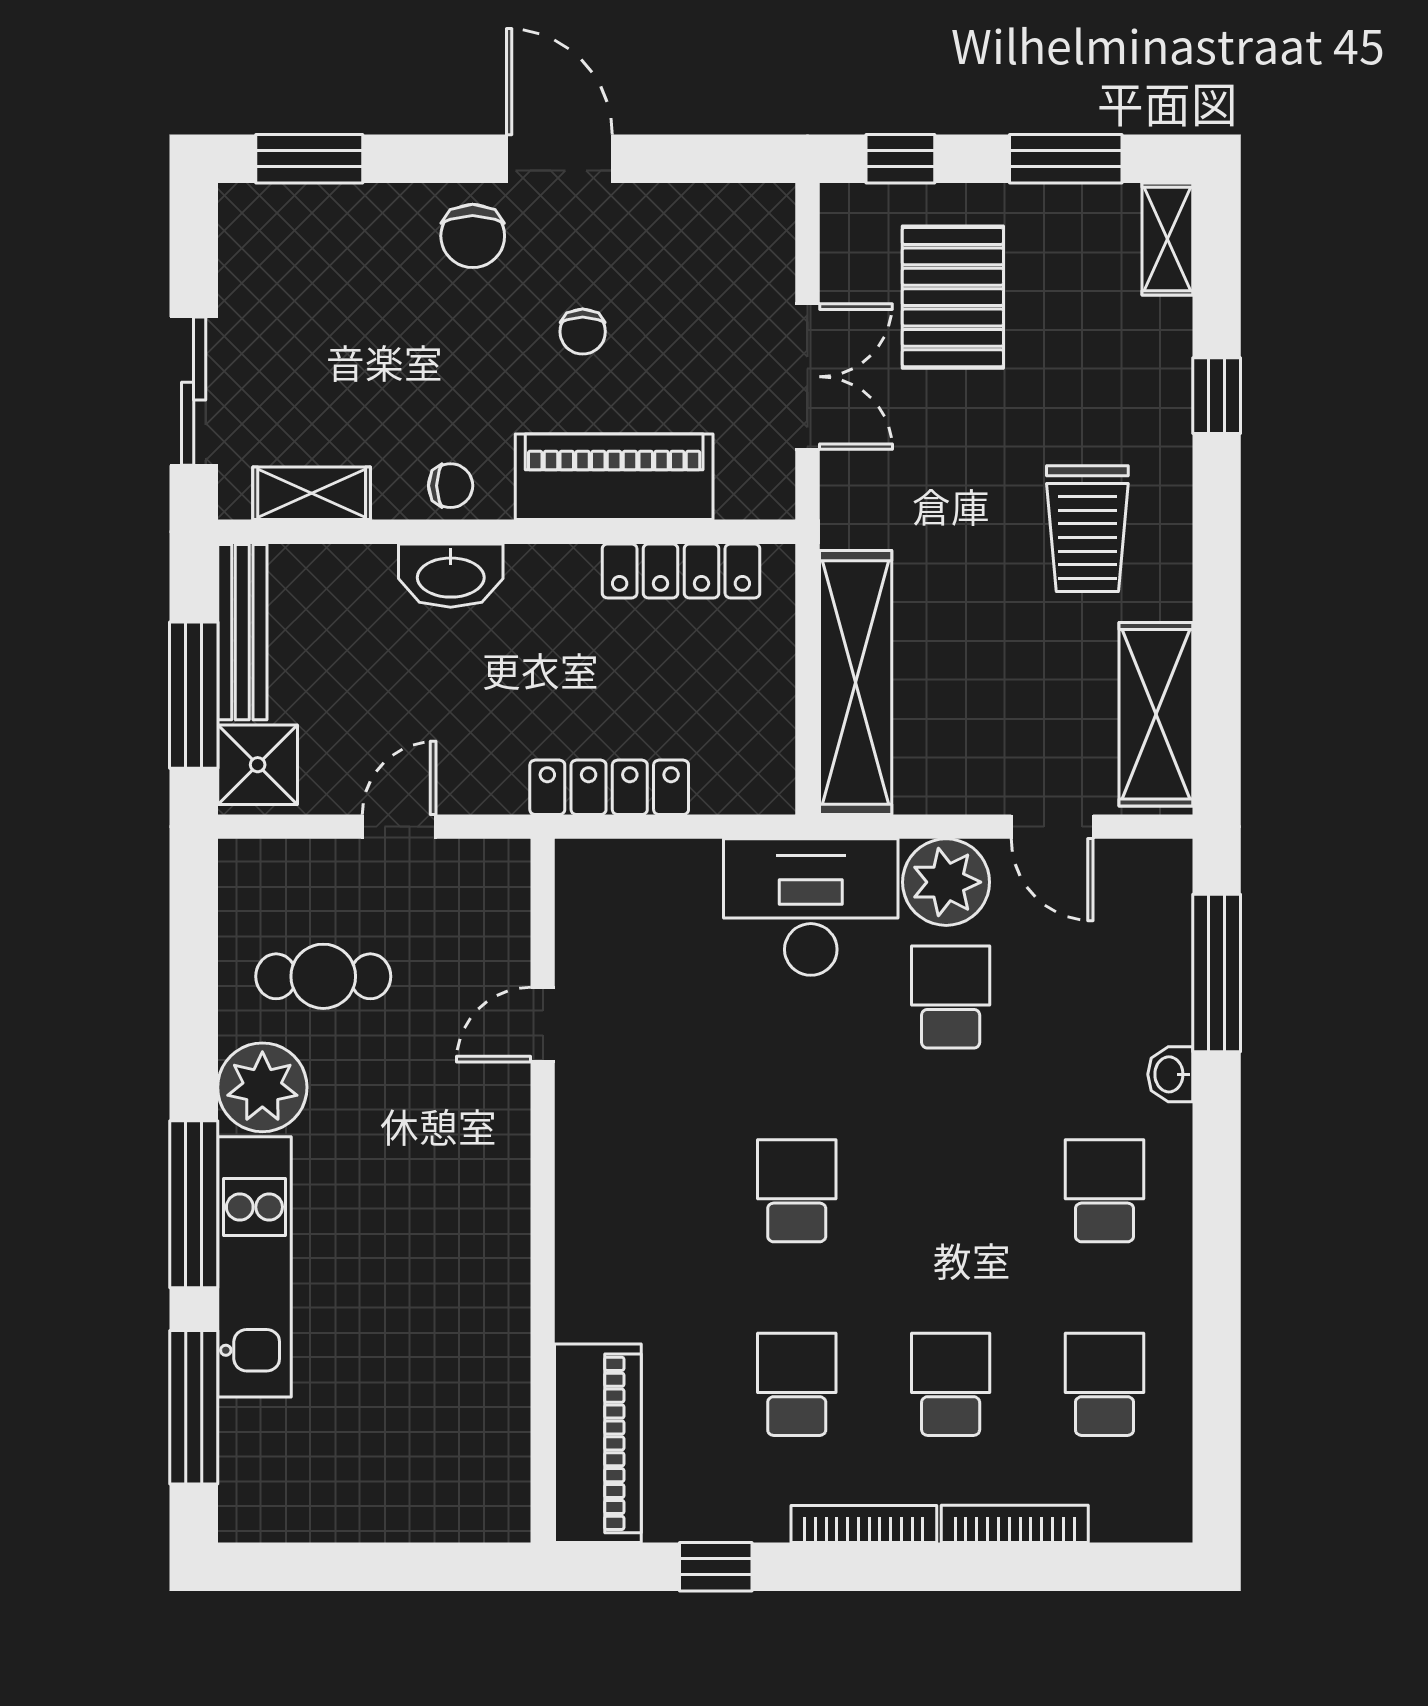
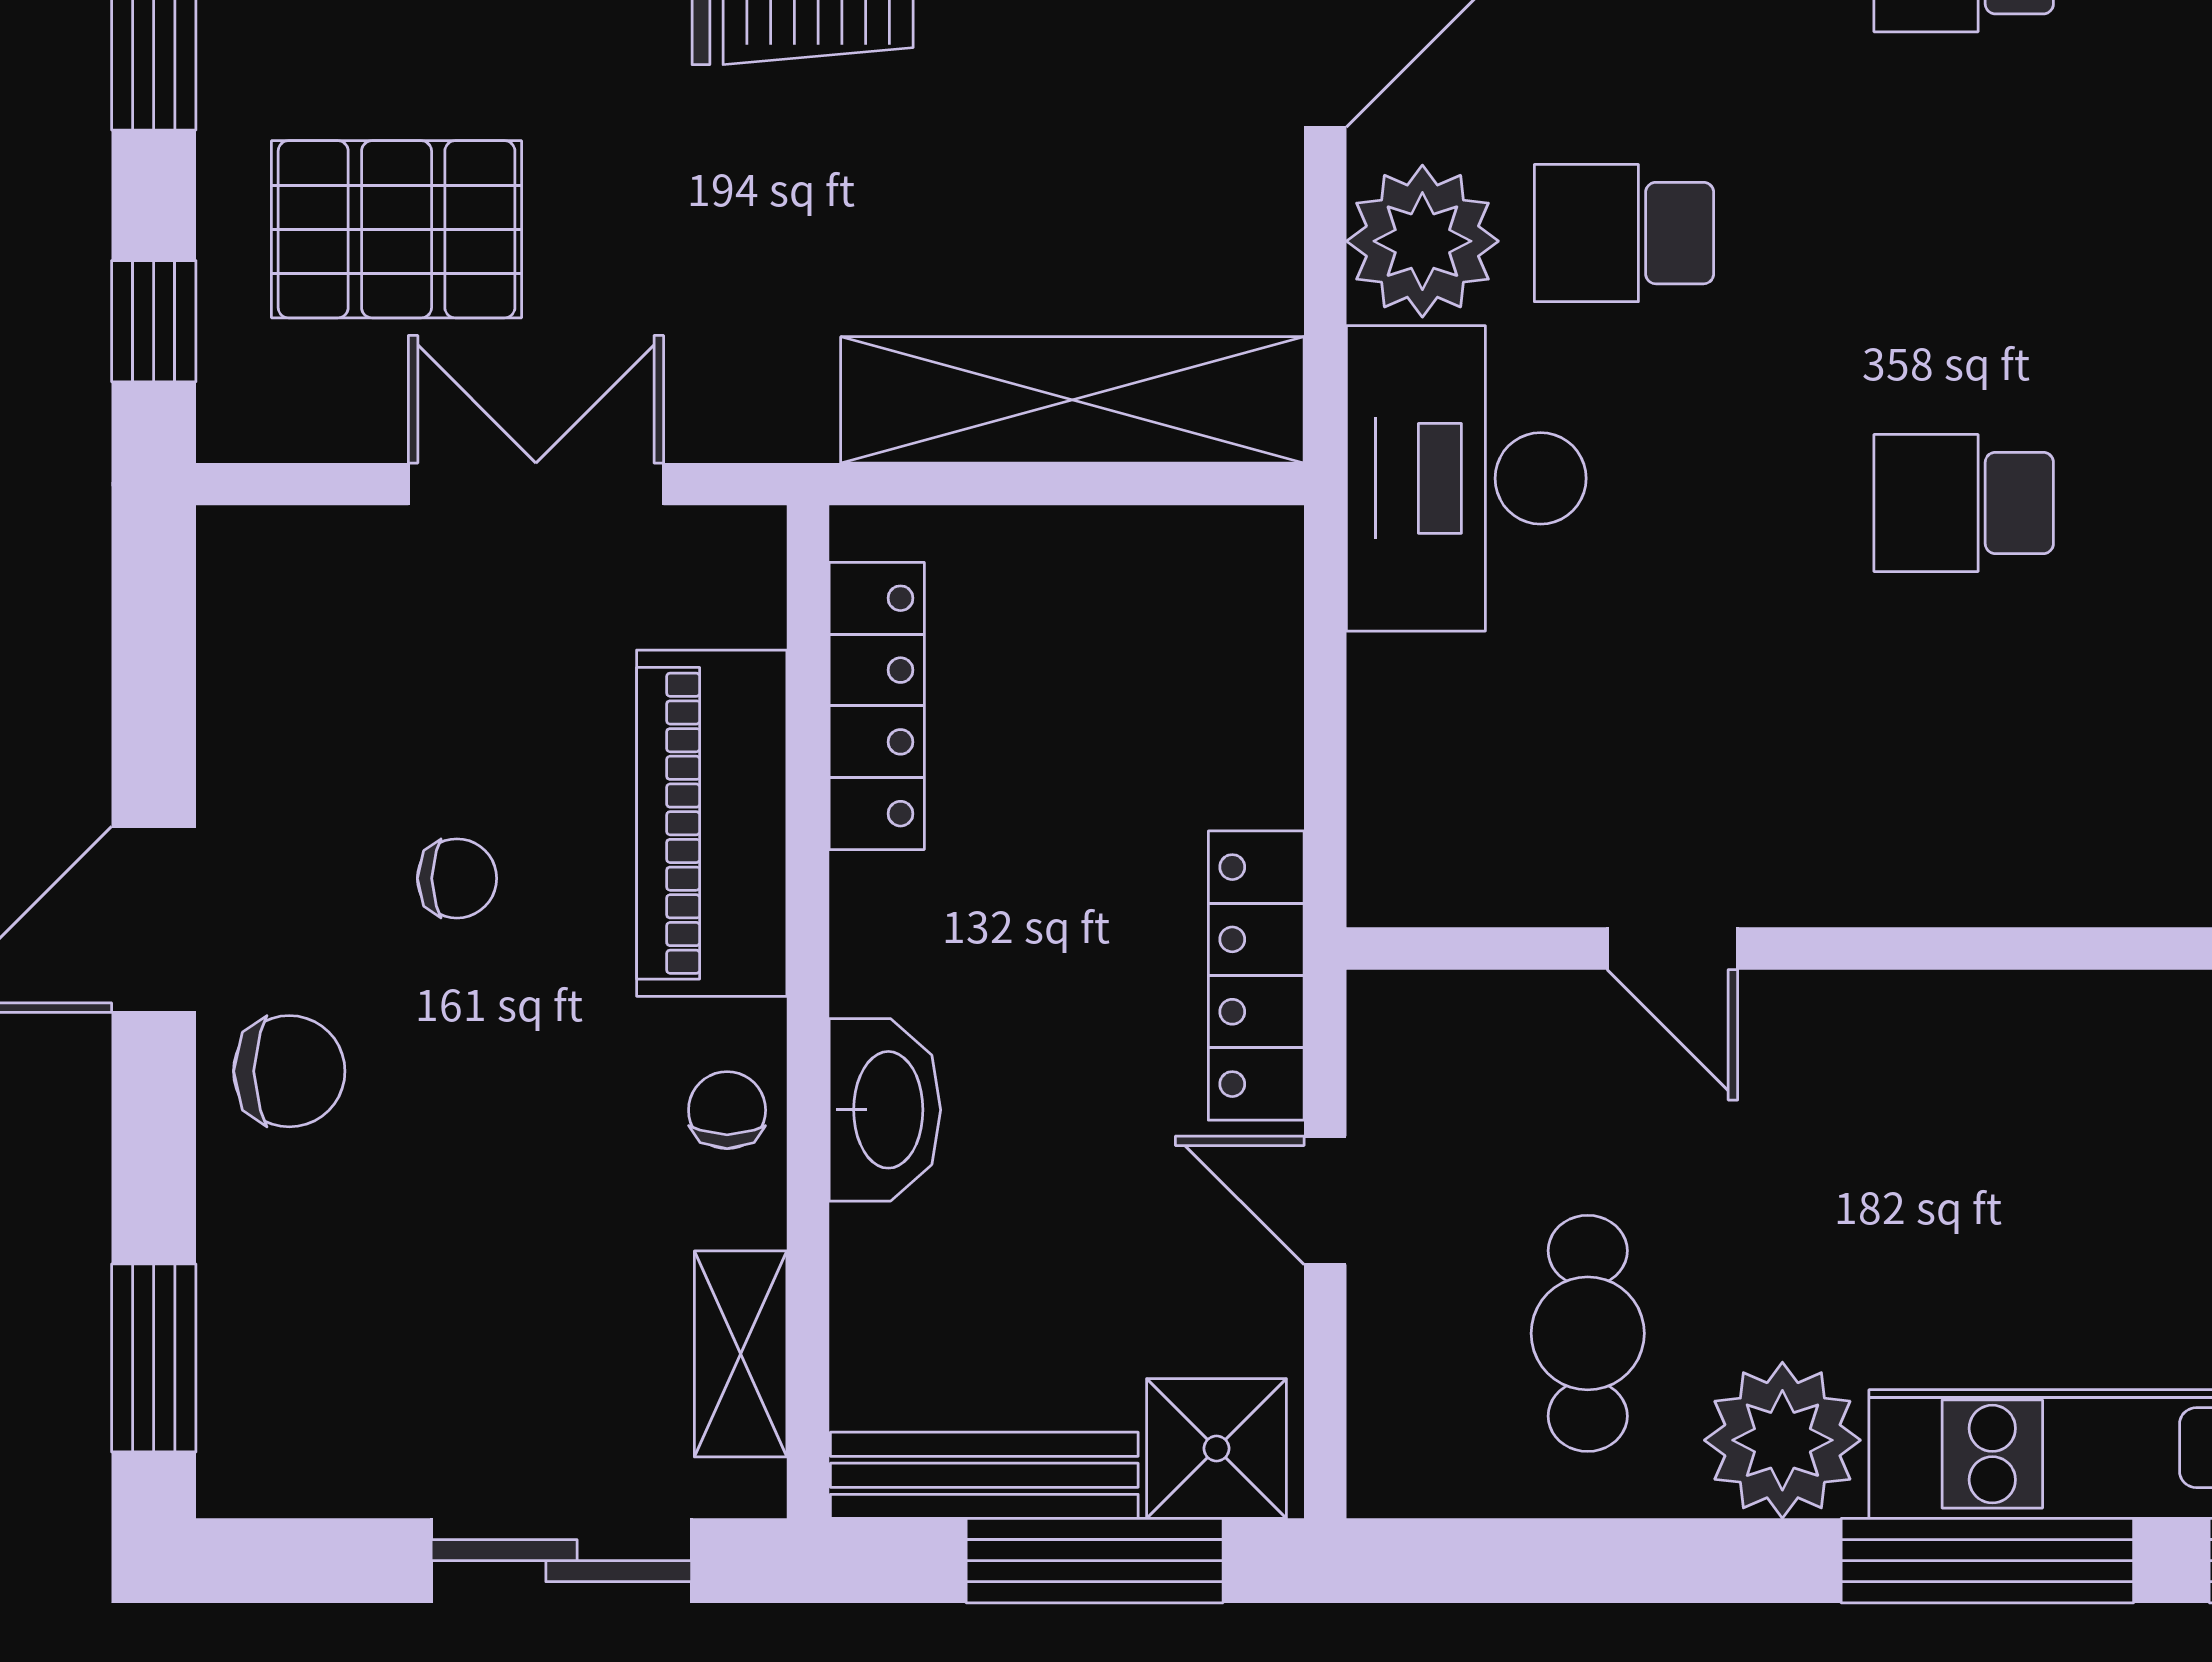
locker: (609, 787) -> (1256, 976), moved

